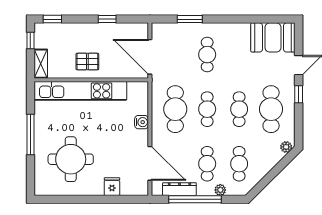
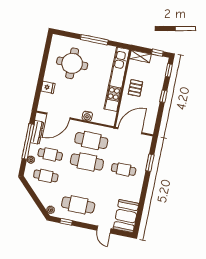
window: (107, 19) -> (163, 96), moved
window: (299, 94) -> (66, 222), moved
cafe table: (207, 109) -> (87, 162), width x1.37, depth x1.35
cafe table: (239, 109) -> (82, 183), removed

